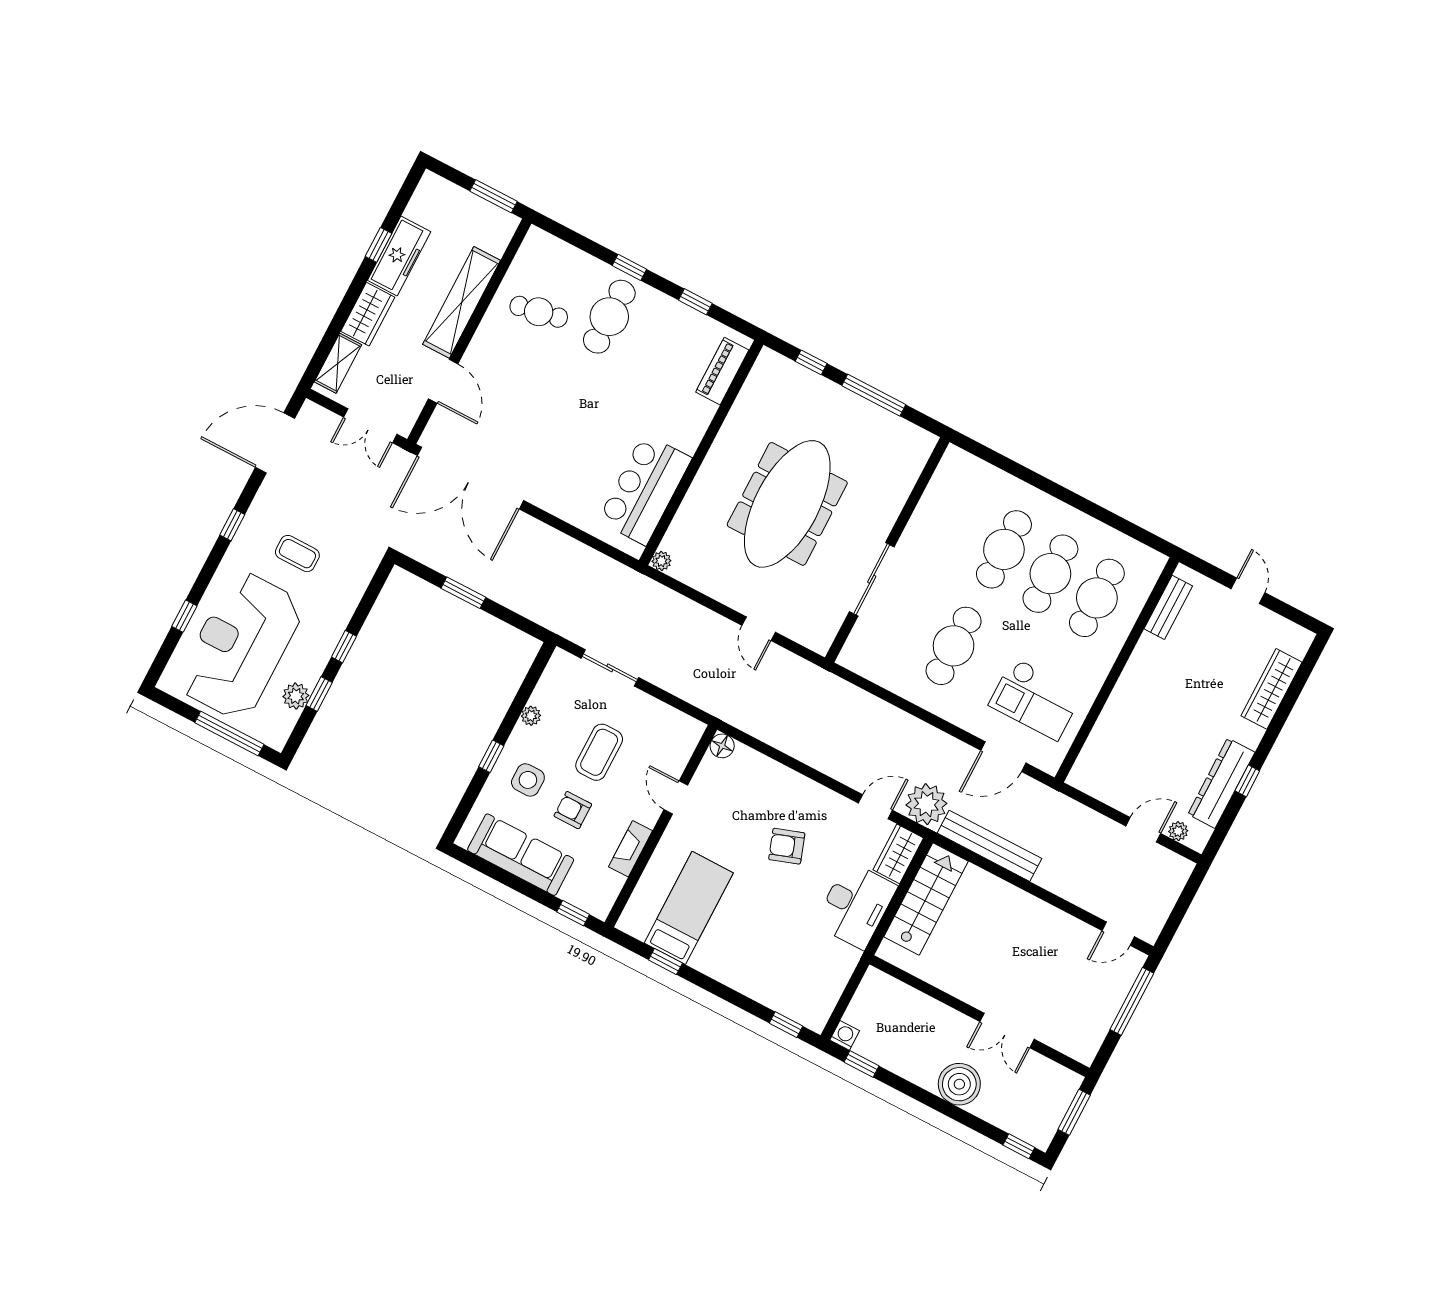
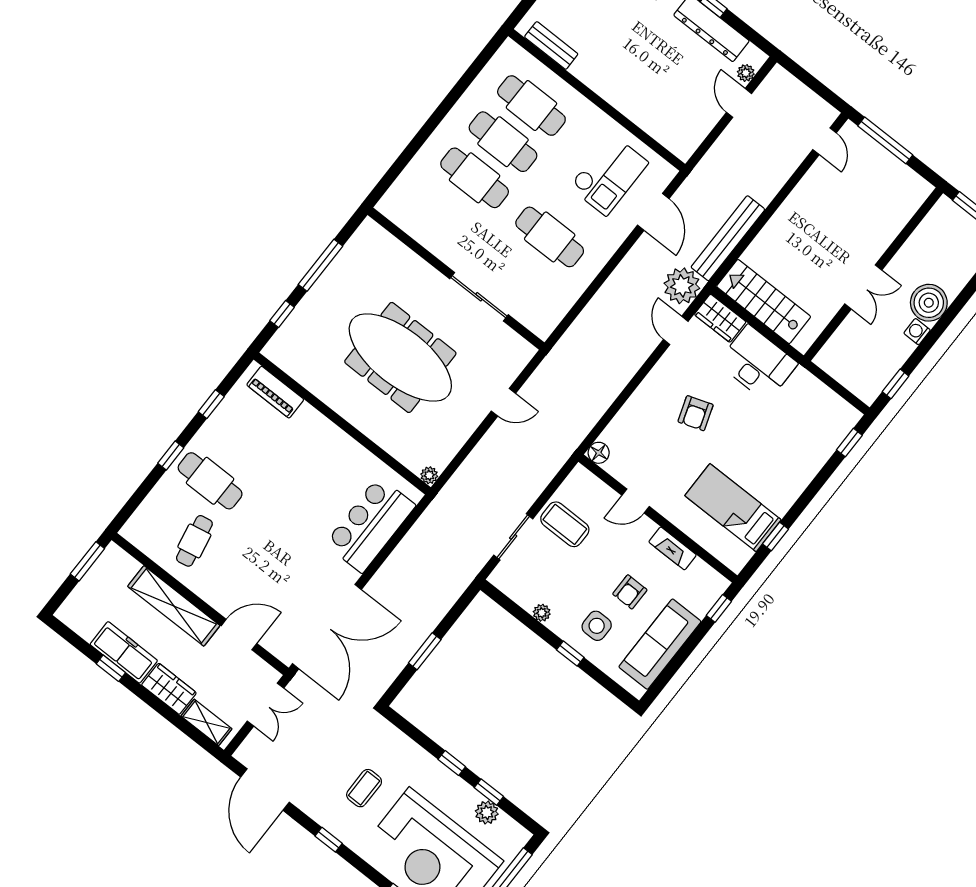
bar counter: (645, 489) -> (370, 525), moved, turned 90
coffee table: (599, 752) -> (565, 524), moved
double door: (1007, 1030) -> (863, 287), moved
washing machine: (845, 1035) -> (917, 332), moved

